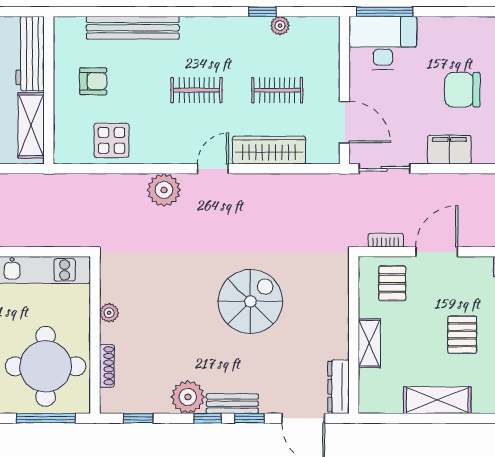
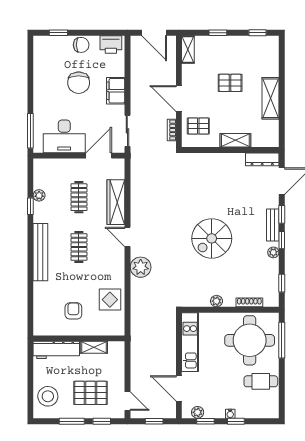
bench: (133, 28) -> (40, 252), moved
desk: (383, 43) -> (64, 136), moved, turned -90
shelving: (31, 125) -> (94, 347), width x0.67, depth x0.75
spiral stairs: (250, 301) -> (212, 238), moved, turned -90
plant: (188, 397) -> (273, 252), width x0.53, depth x0.53

